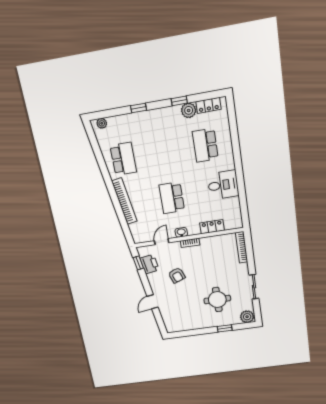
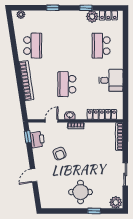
locker: (212, 227) -> (102, 114), width x1.53
round table: (217, 300) -> (81, 192), moved

